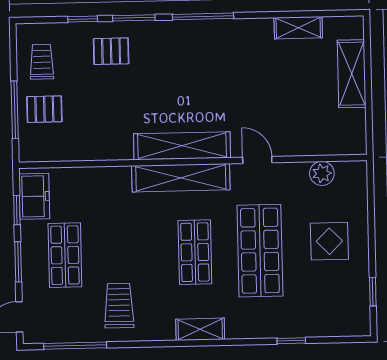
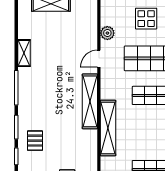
shelving: (298, 28) -> (24, 53), moved
plant: (322, 173) -> (107, 33), moved
shelving: (181, 178) -> (108, 128), moved

